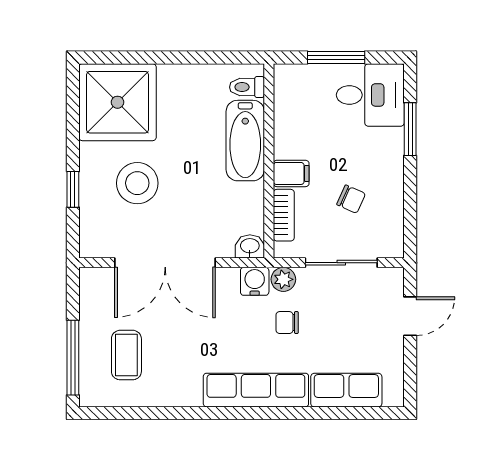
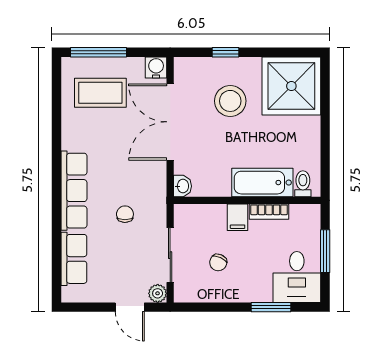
bookcase: (284, 215) -> (269, 212), moved
plant: (283, 279) -> (158, 293), moved
water cooler: (255, 281) -> (156, 68), moved, turned -90
coffee table: (126, 355) -> (100, 93), width x1.36, depth x1.30

